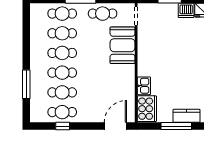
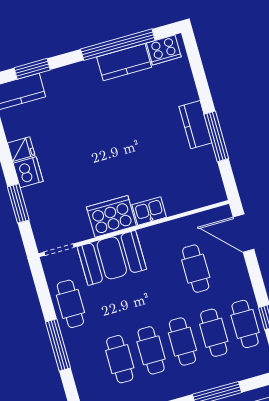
cafe table: (62, 14) -> (196, 269), moved
kitchen sink: (144, 86) -> (149, 211), moved
cooker: (147, 109) -> (111, 216), moved

